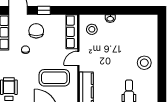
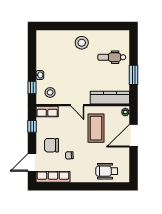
window: (44, 10) -> (32, 126), moved
window: (97, 10) -> (32, 87), added
row of seats: (72, 32) -> (47, 112), width x0.68

